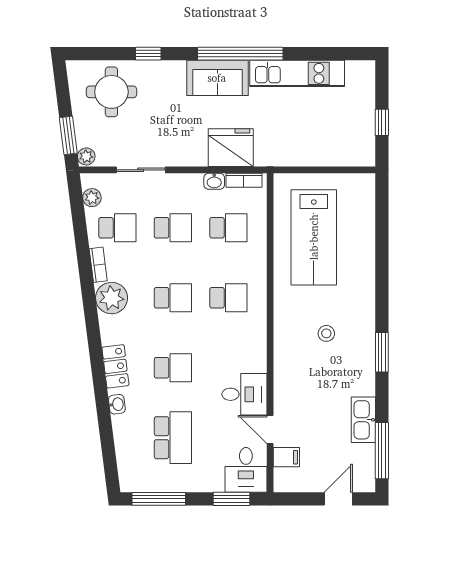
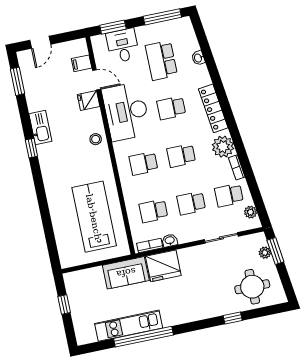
window: (240, 54) -> (143, 337), moved
sofa: (217, 78) -> (126, 273), moved, turned 180
plant: (86, 156) -> (265, 253), moved
stool: (326, 333) -> (96, 139), moved
window: (382, 352) -> (31, 148), width x0.67
locker: (115, 366) -> (213, 108), width x1.53
desk: (244, 394) -> (126, 111), width x1.87, depth x1.30
fridge: (287, 403) -> (89, 100), added
washbasin: (117, 404) -> (198, 58), moved
kitchen sink: (363, 420) -> (40, 127), moved
window: (382, 451) -> (17, 81), width x0.69
desk: (246, 470) -> (123, 46), moved

